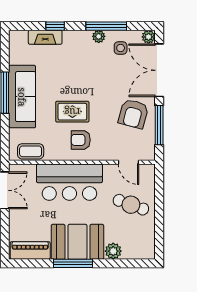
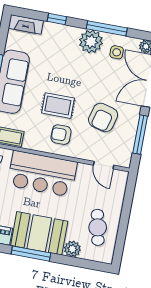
plant: (99, 36) -> (91, 42), width x1.88, depth x1.88
fireplace: (45, 37) -> (26, 24), moved
armchair: (133, 114) -> (103, 117), moved
cafe table: (131, 205) -> (98, 227), moved, turned 58

